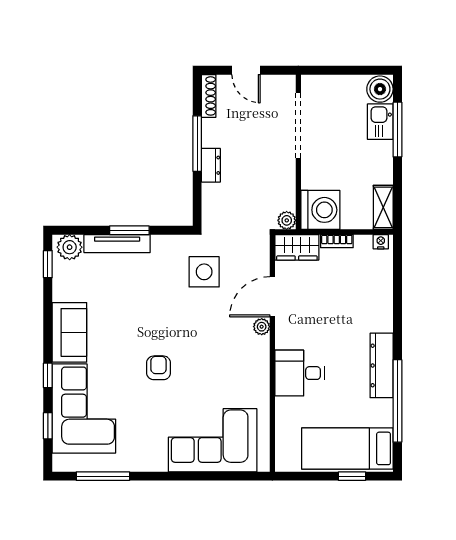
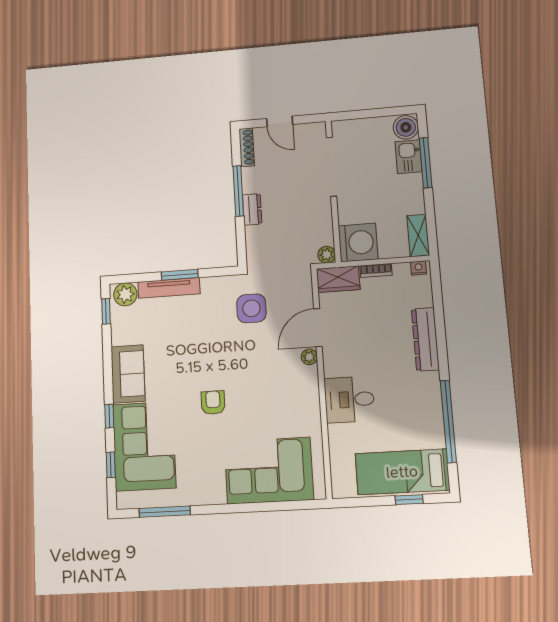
dresser: (382, 365) -> (425, 339), moved

